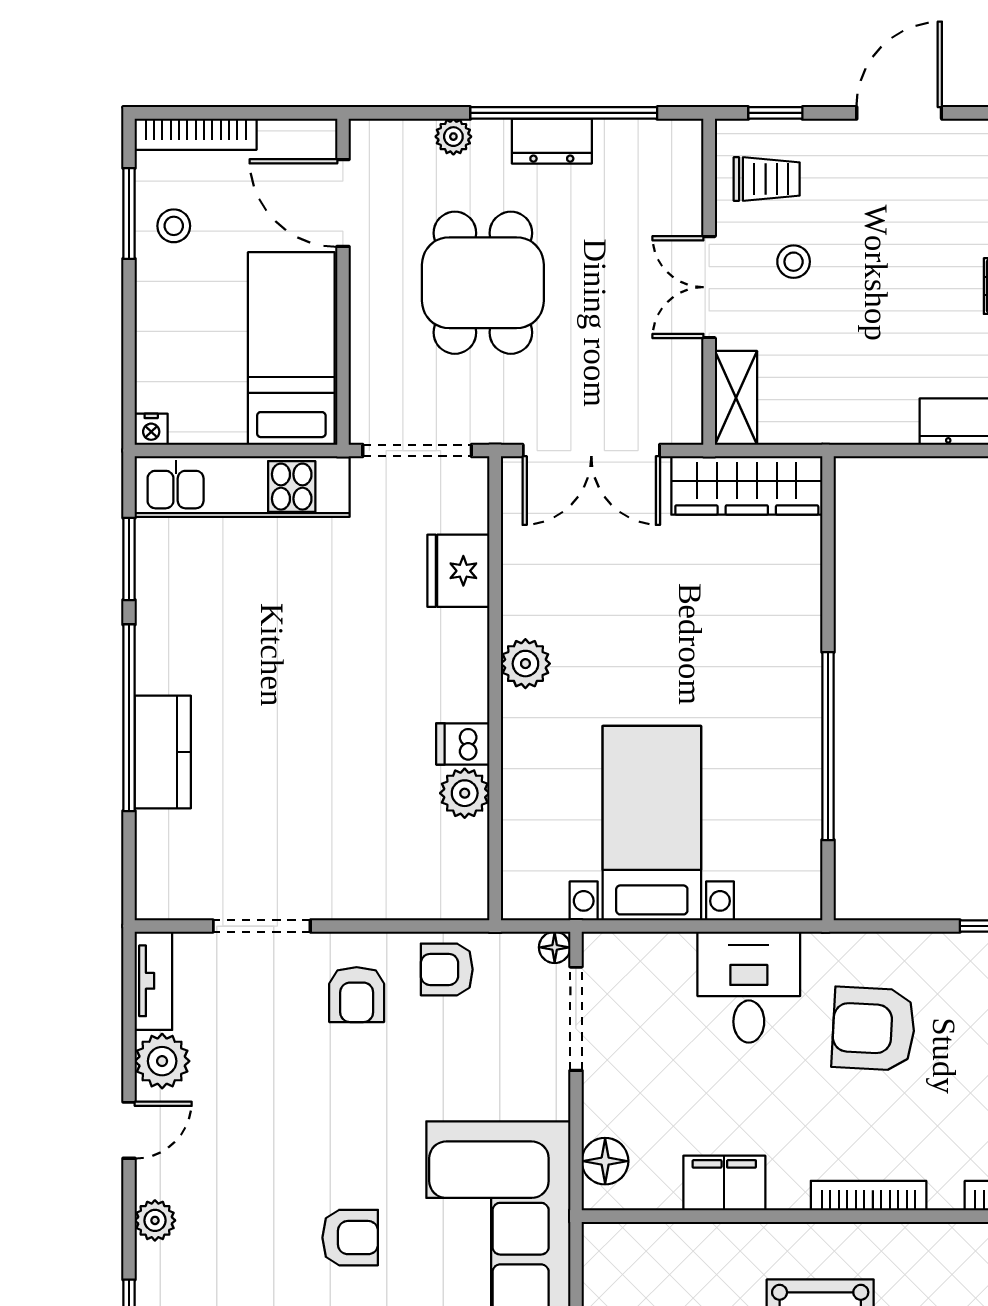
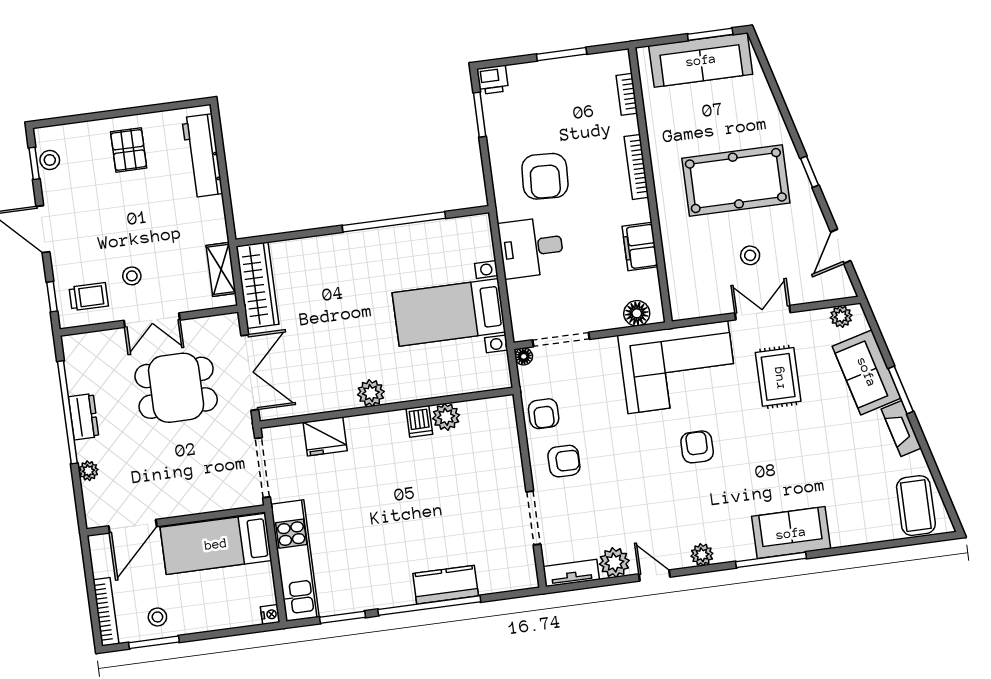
trolley: (767, 179) -> (89, 297), turned 90
dining table: (483, 283) -> (176, 388), moved
shelving: (736, 398) -> (221, 269), moved, turned 90

